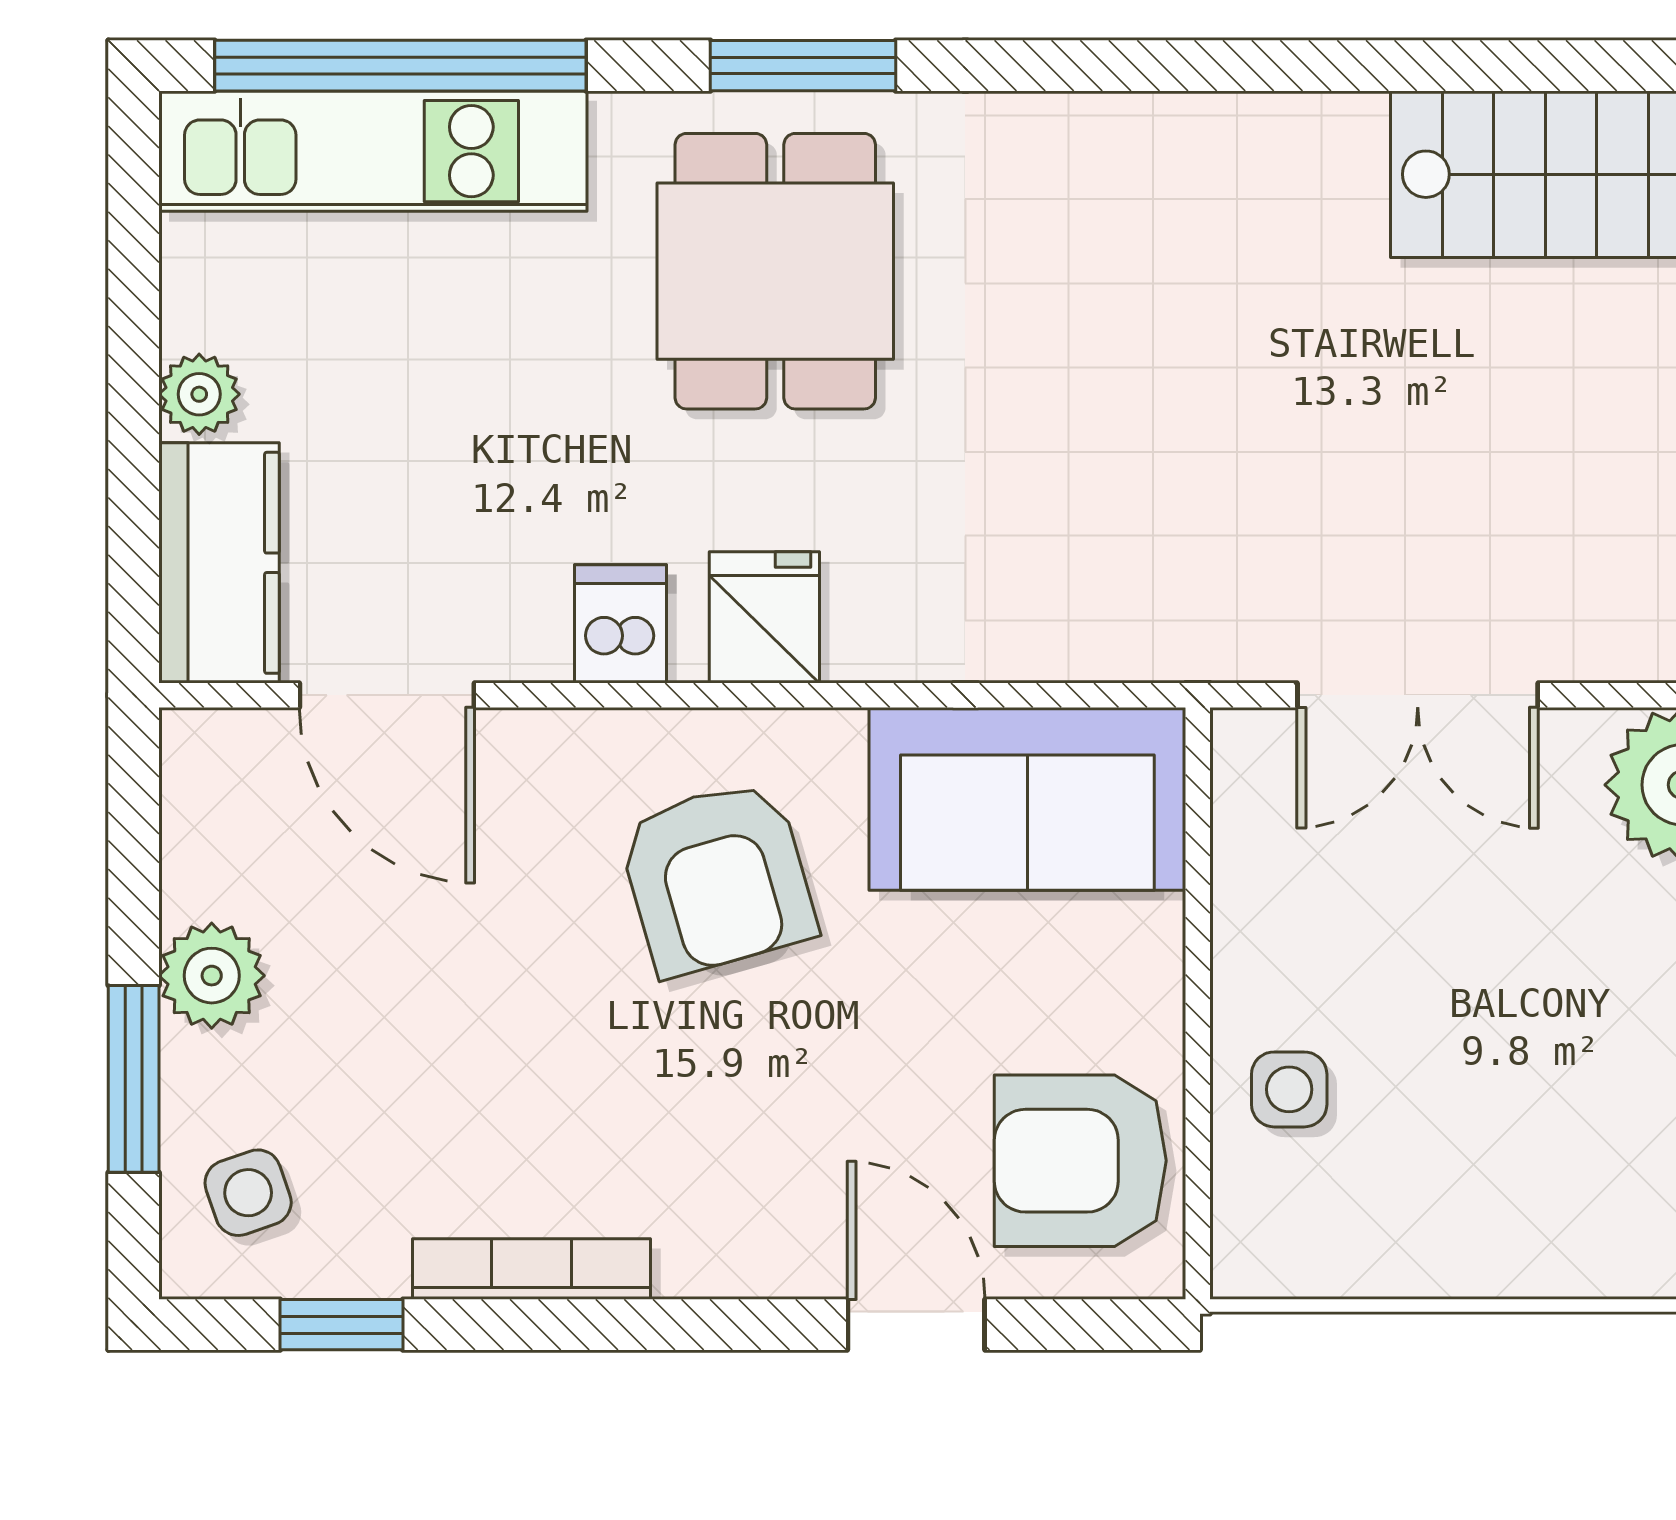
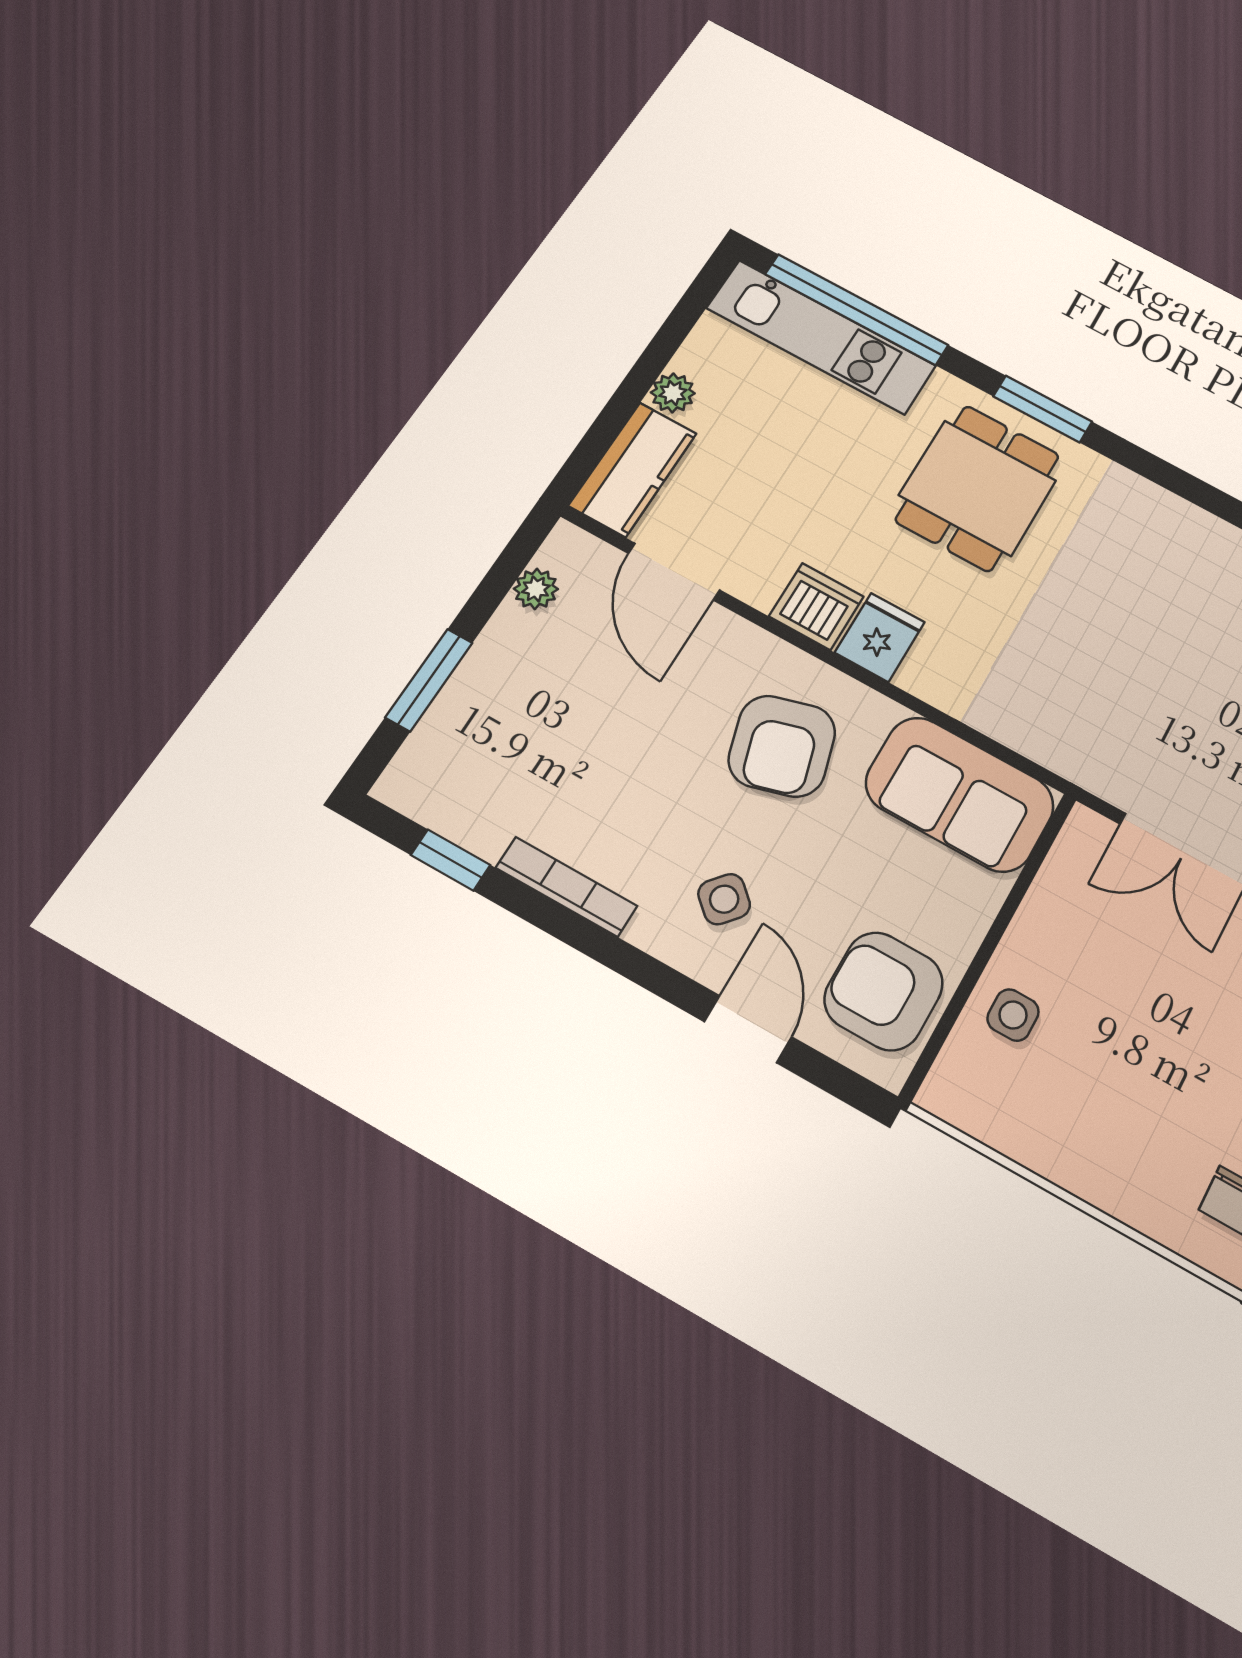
dishwasher: (621, 624) -> (816, 606), width x1.38
plant: (212, 976) -> (536, 589), moved, width x0.73, depth x0.73
side table: (248, 1193) -> (724, 899), moved, turned -30

